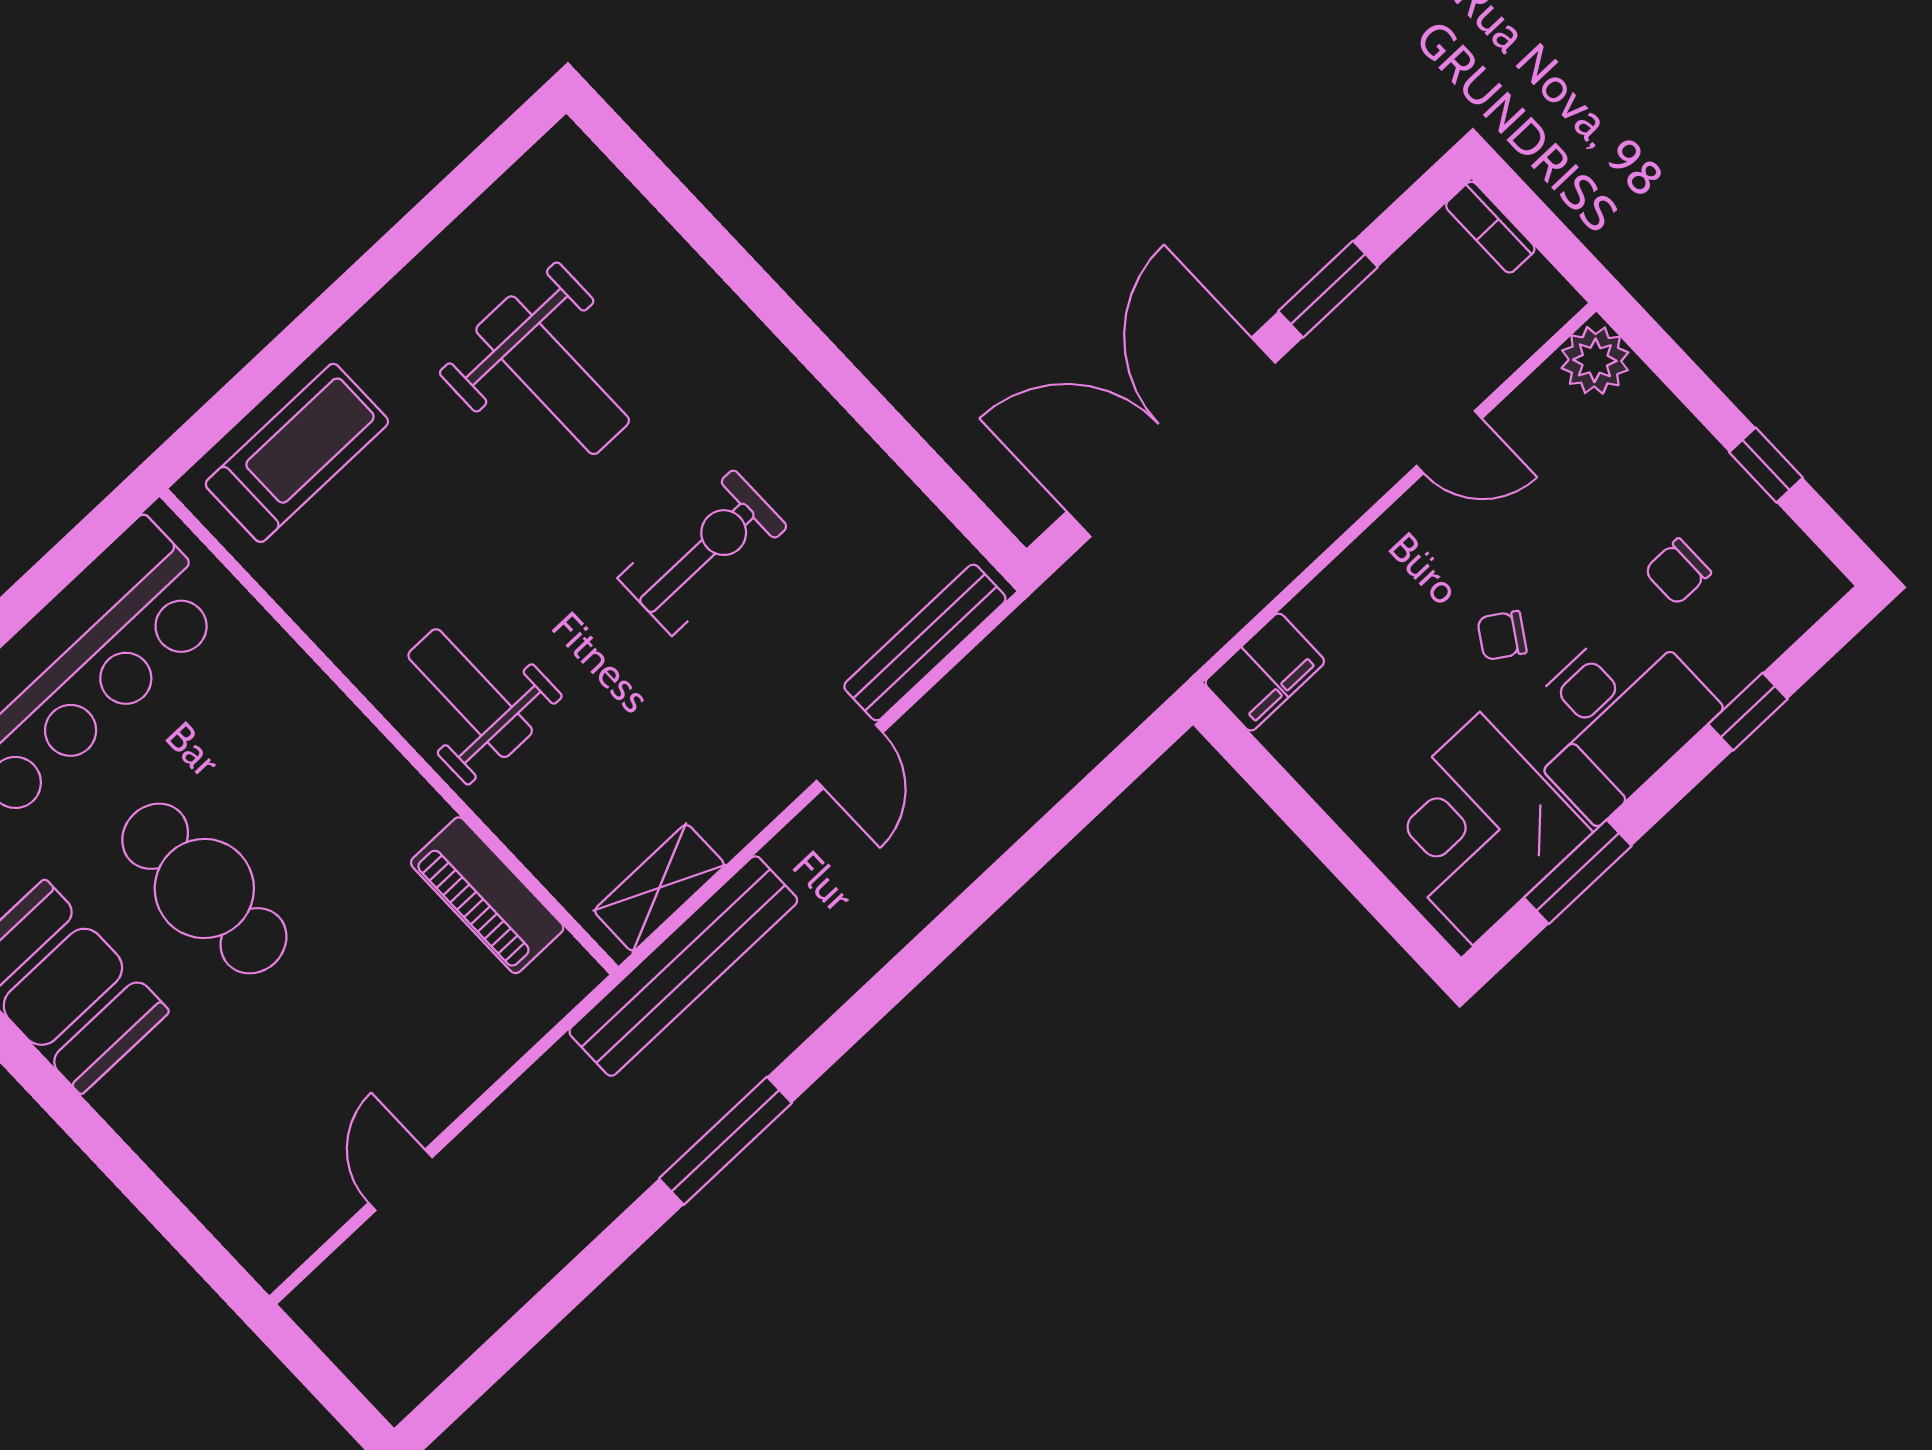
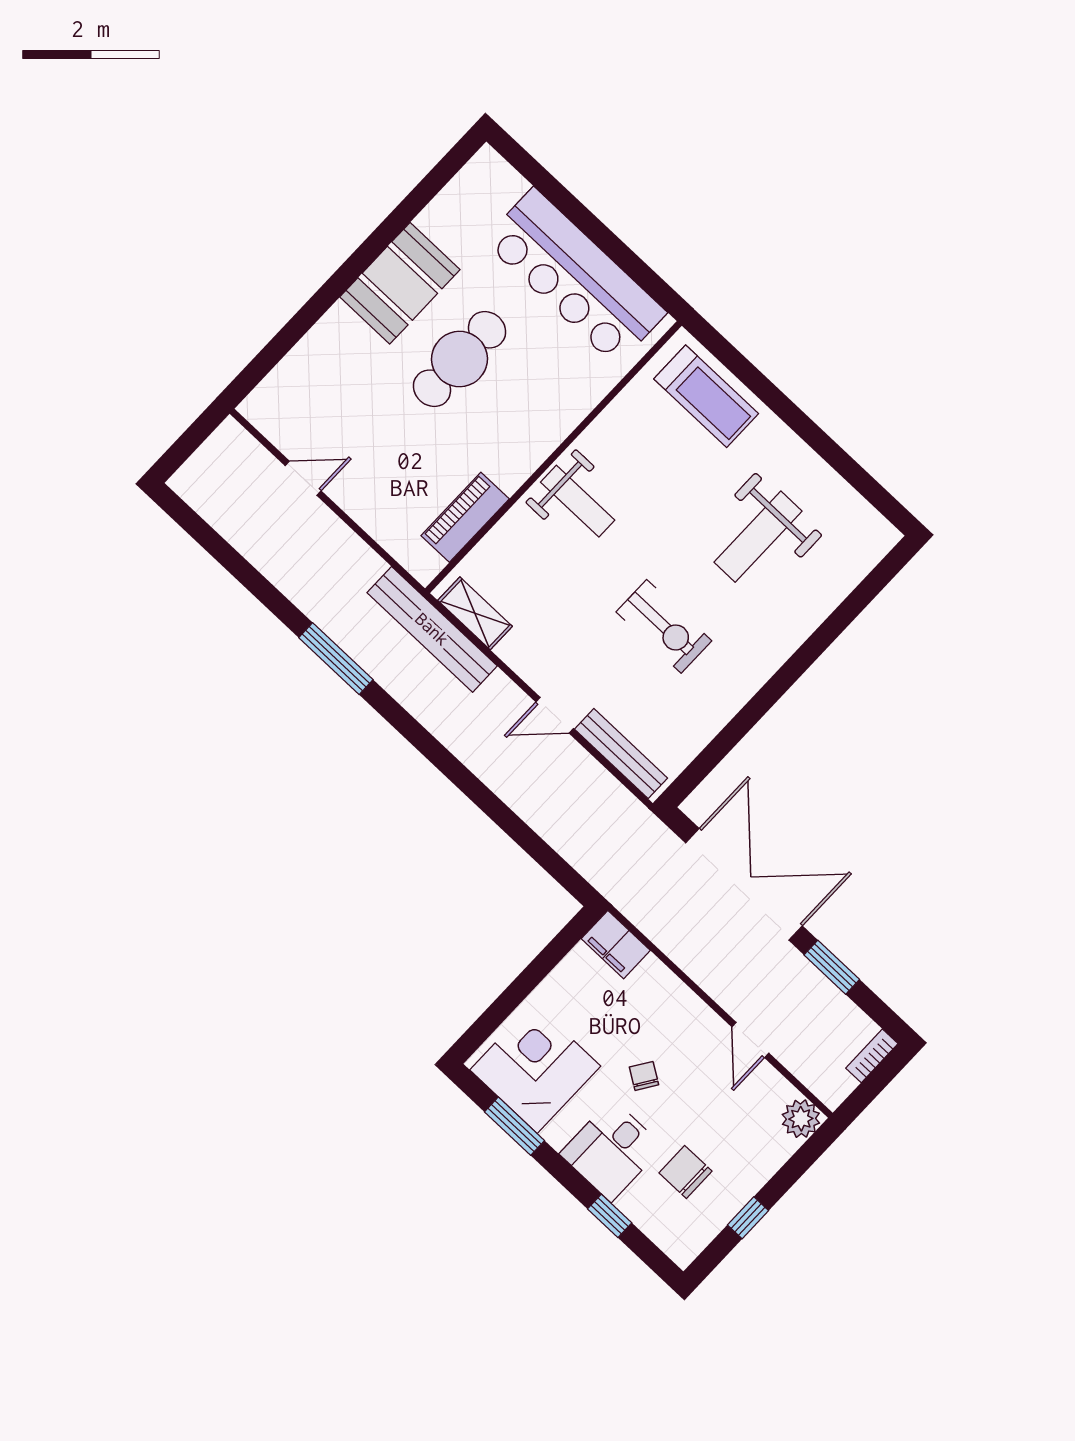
chair: (1678, 572) -> (686, 1172), width x1.37, depth x1.37
weight bench: (470, 693) -> (578, 501), turned 90
desk: (1614, 718) -> (611, 1150), width x0.73

